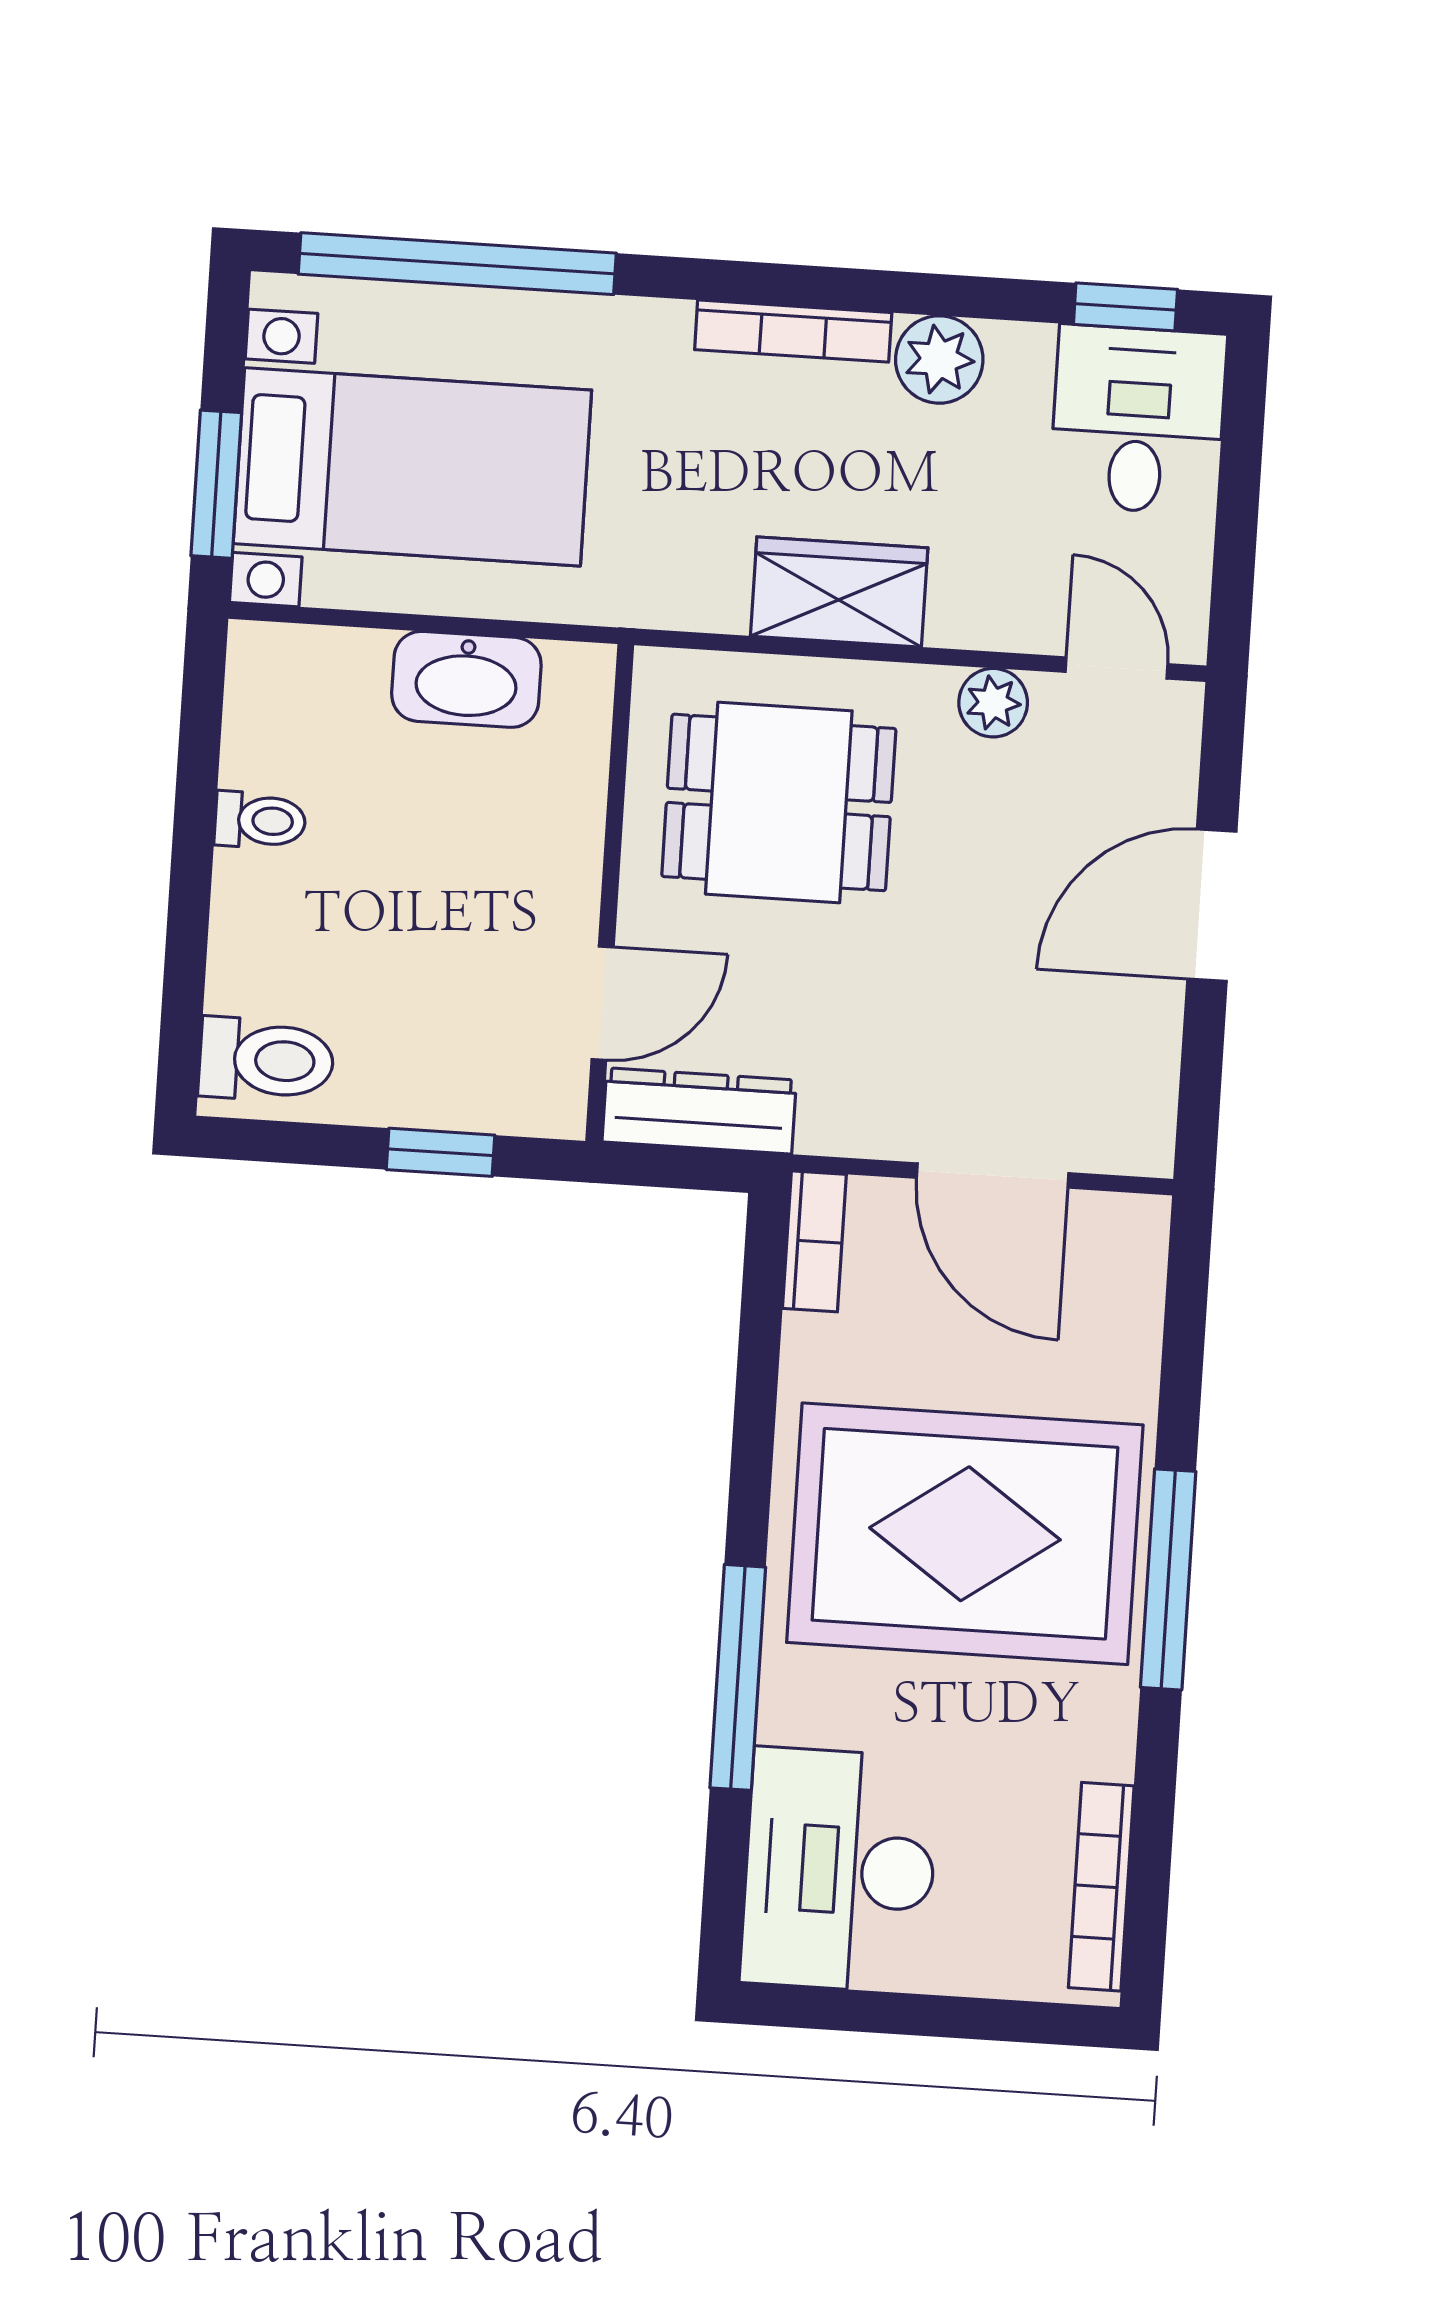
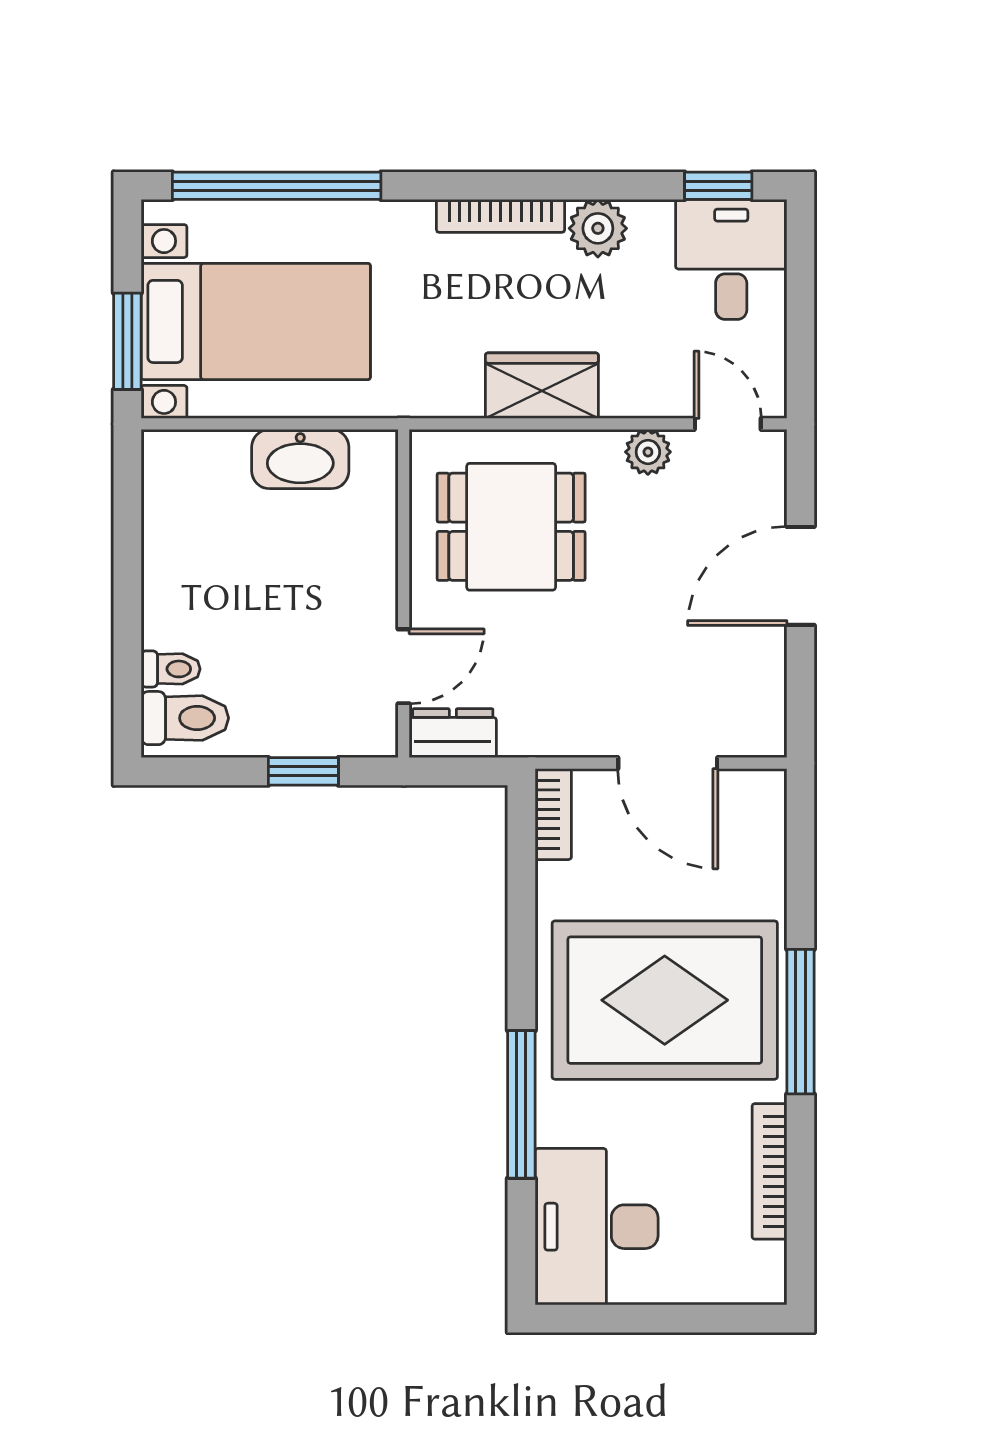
toilet: (260, 820) -> (171, 669), moved
dresser: (699, 1111) -> (453, 733), width x0.70
bookcase: (1101, 1887) -> (769, 1171), moved

